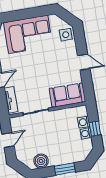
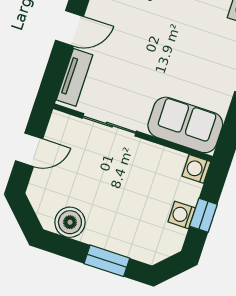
washing machine: (84, 122) -> (196, 169), moved

